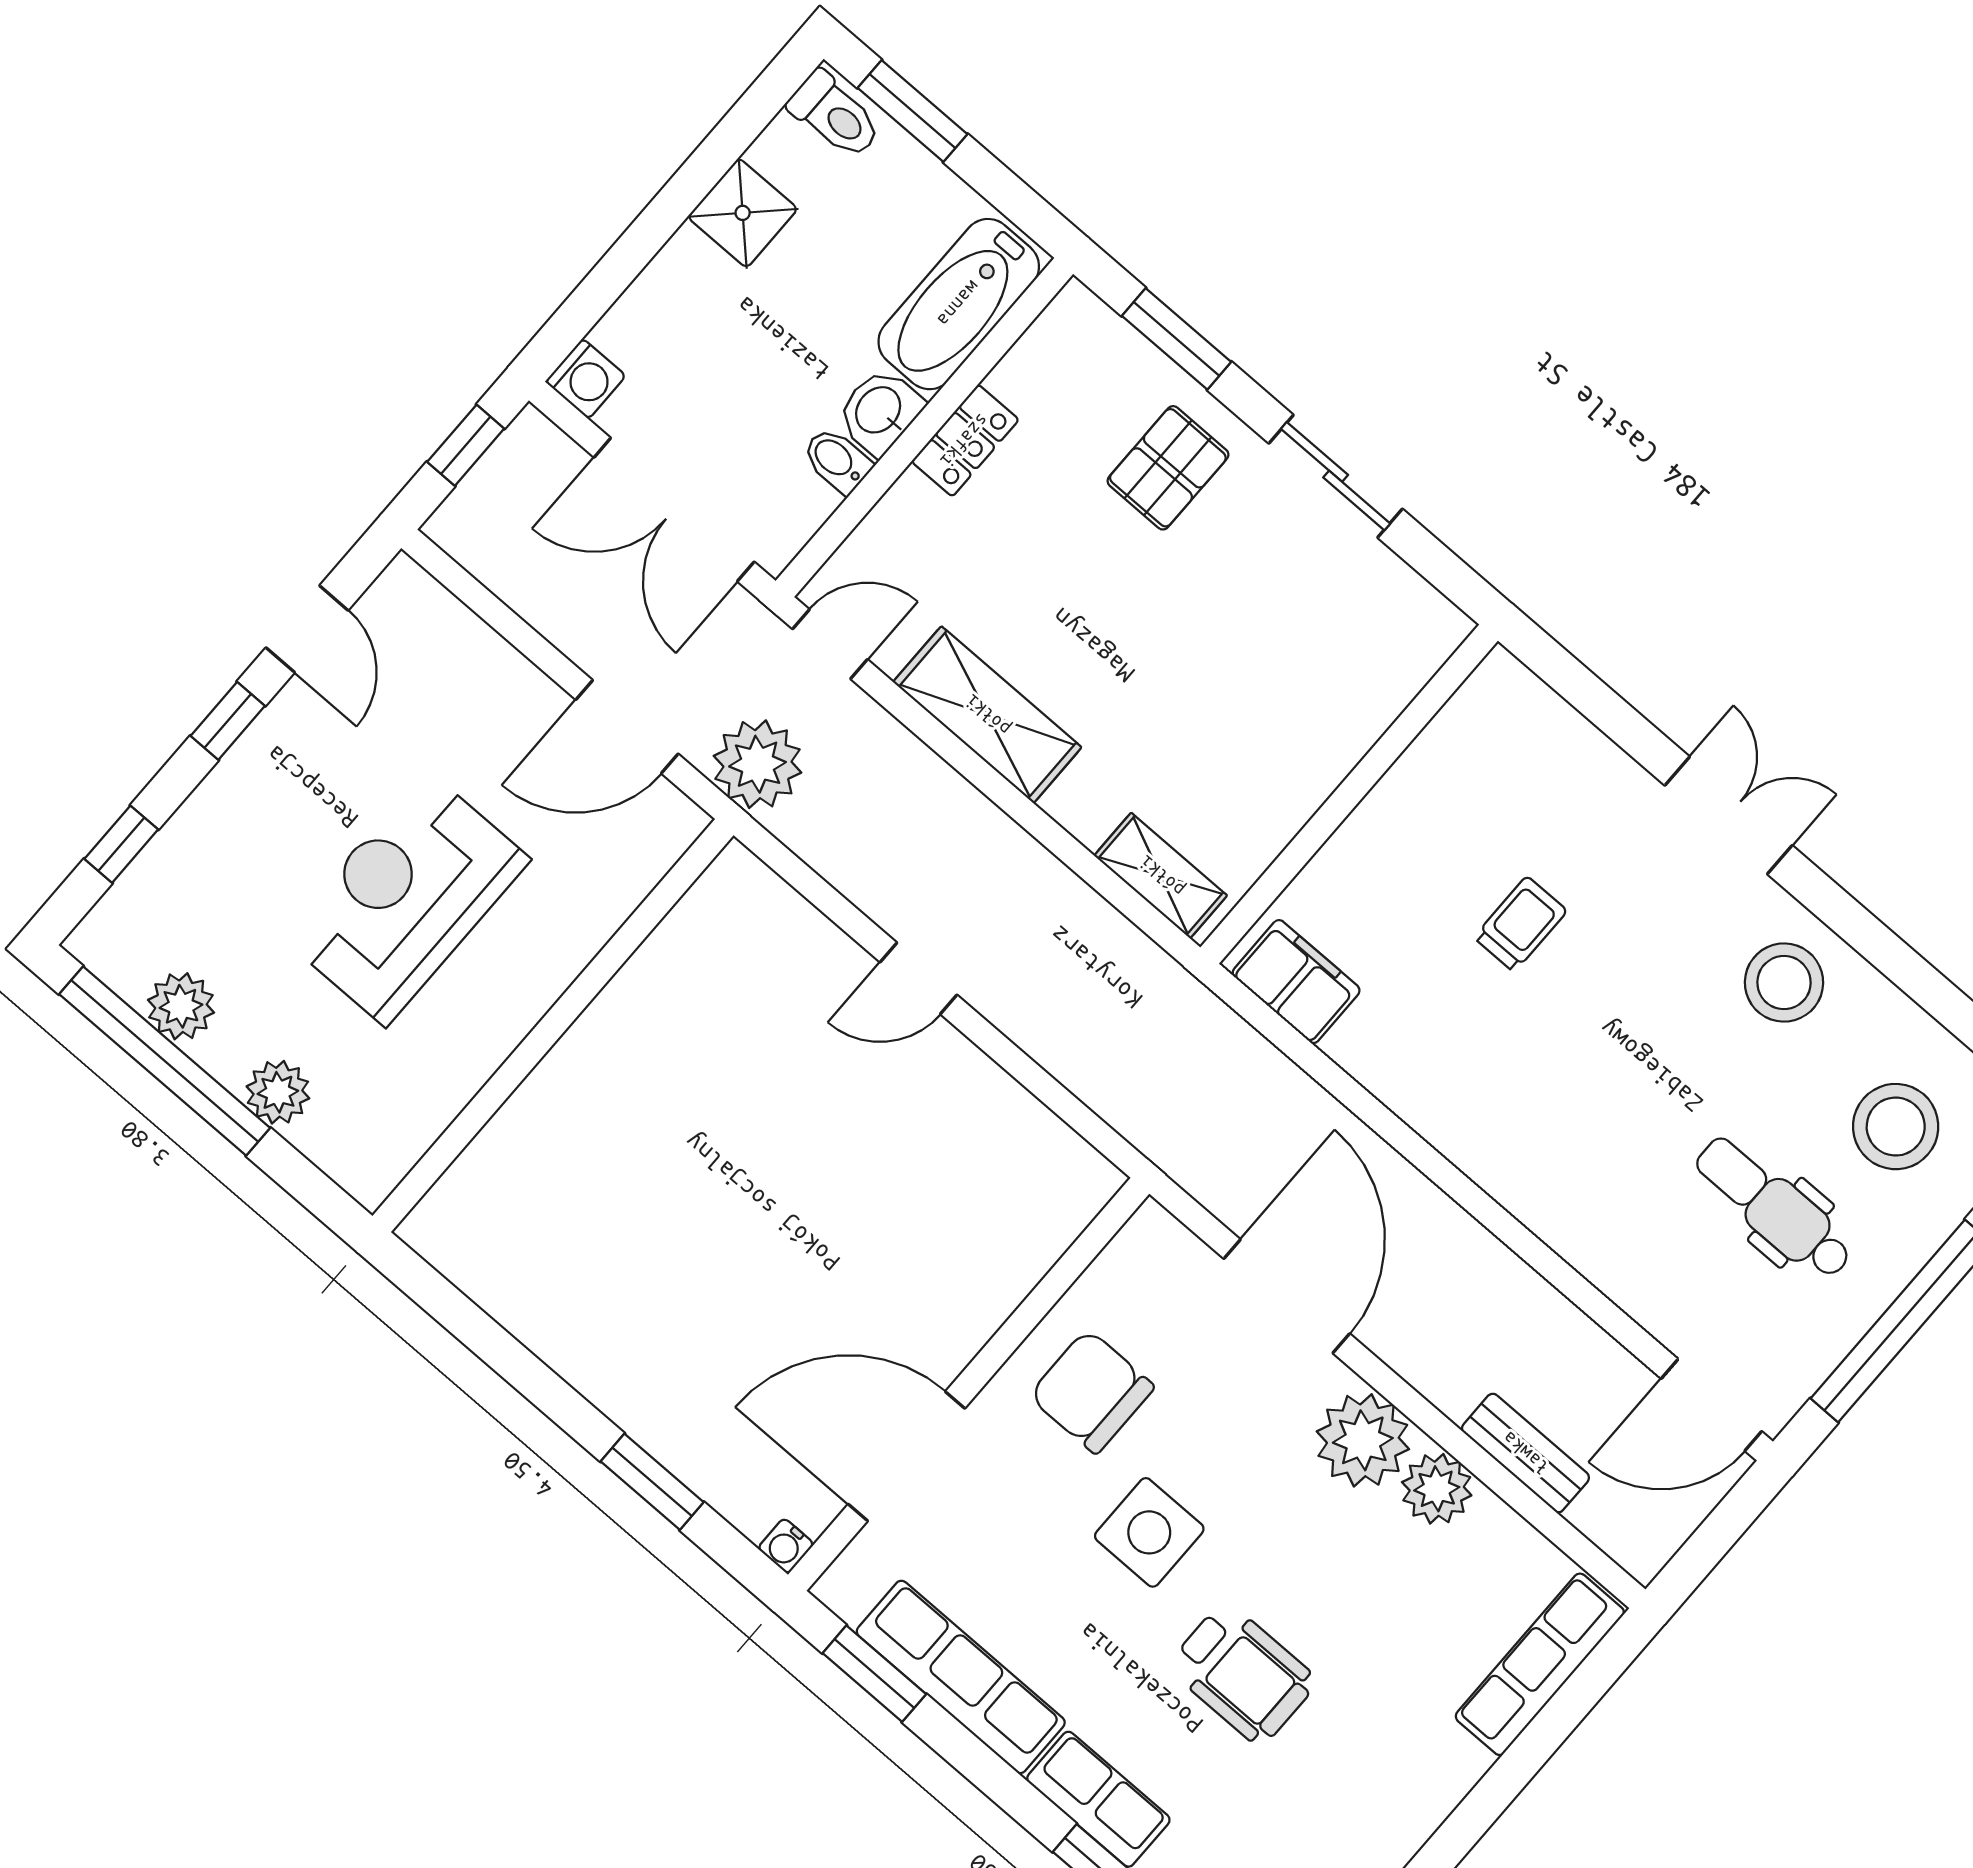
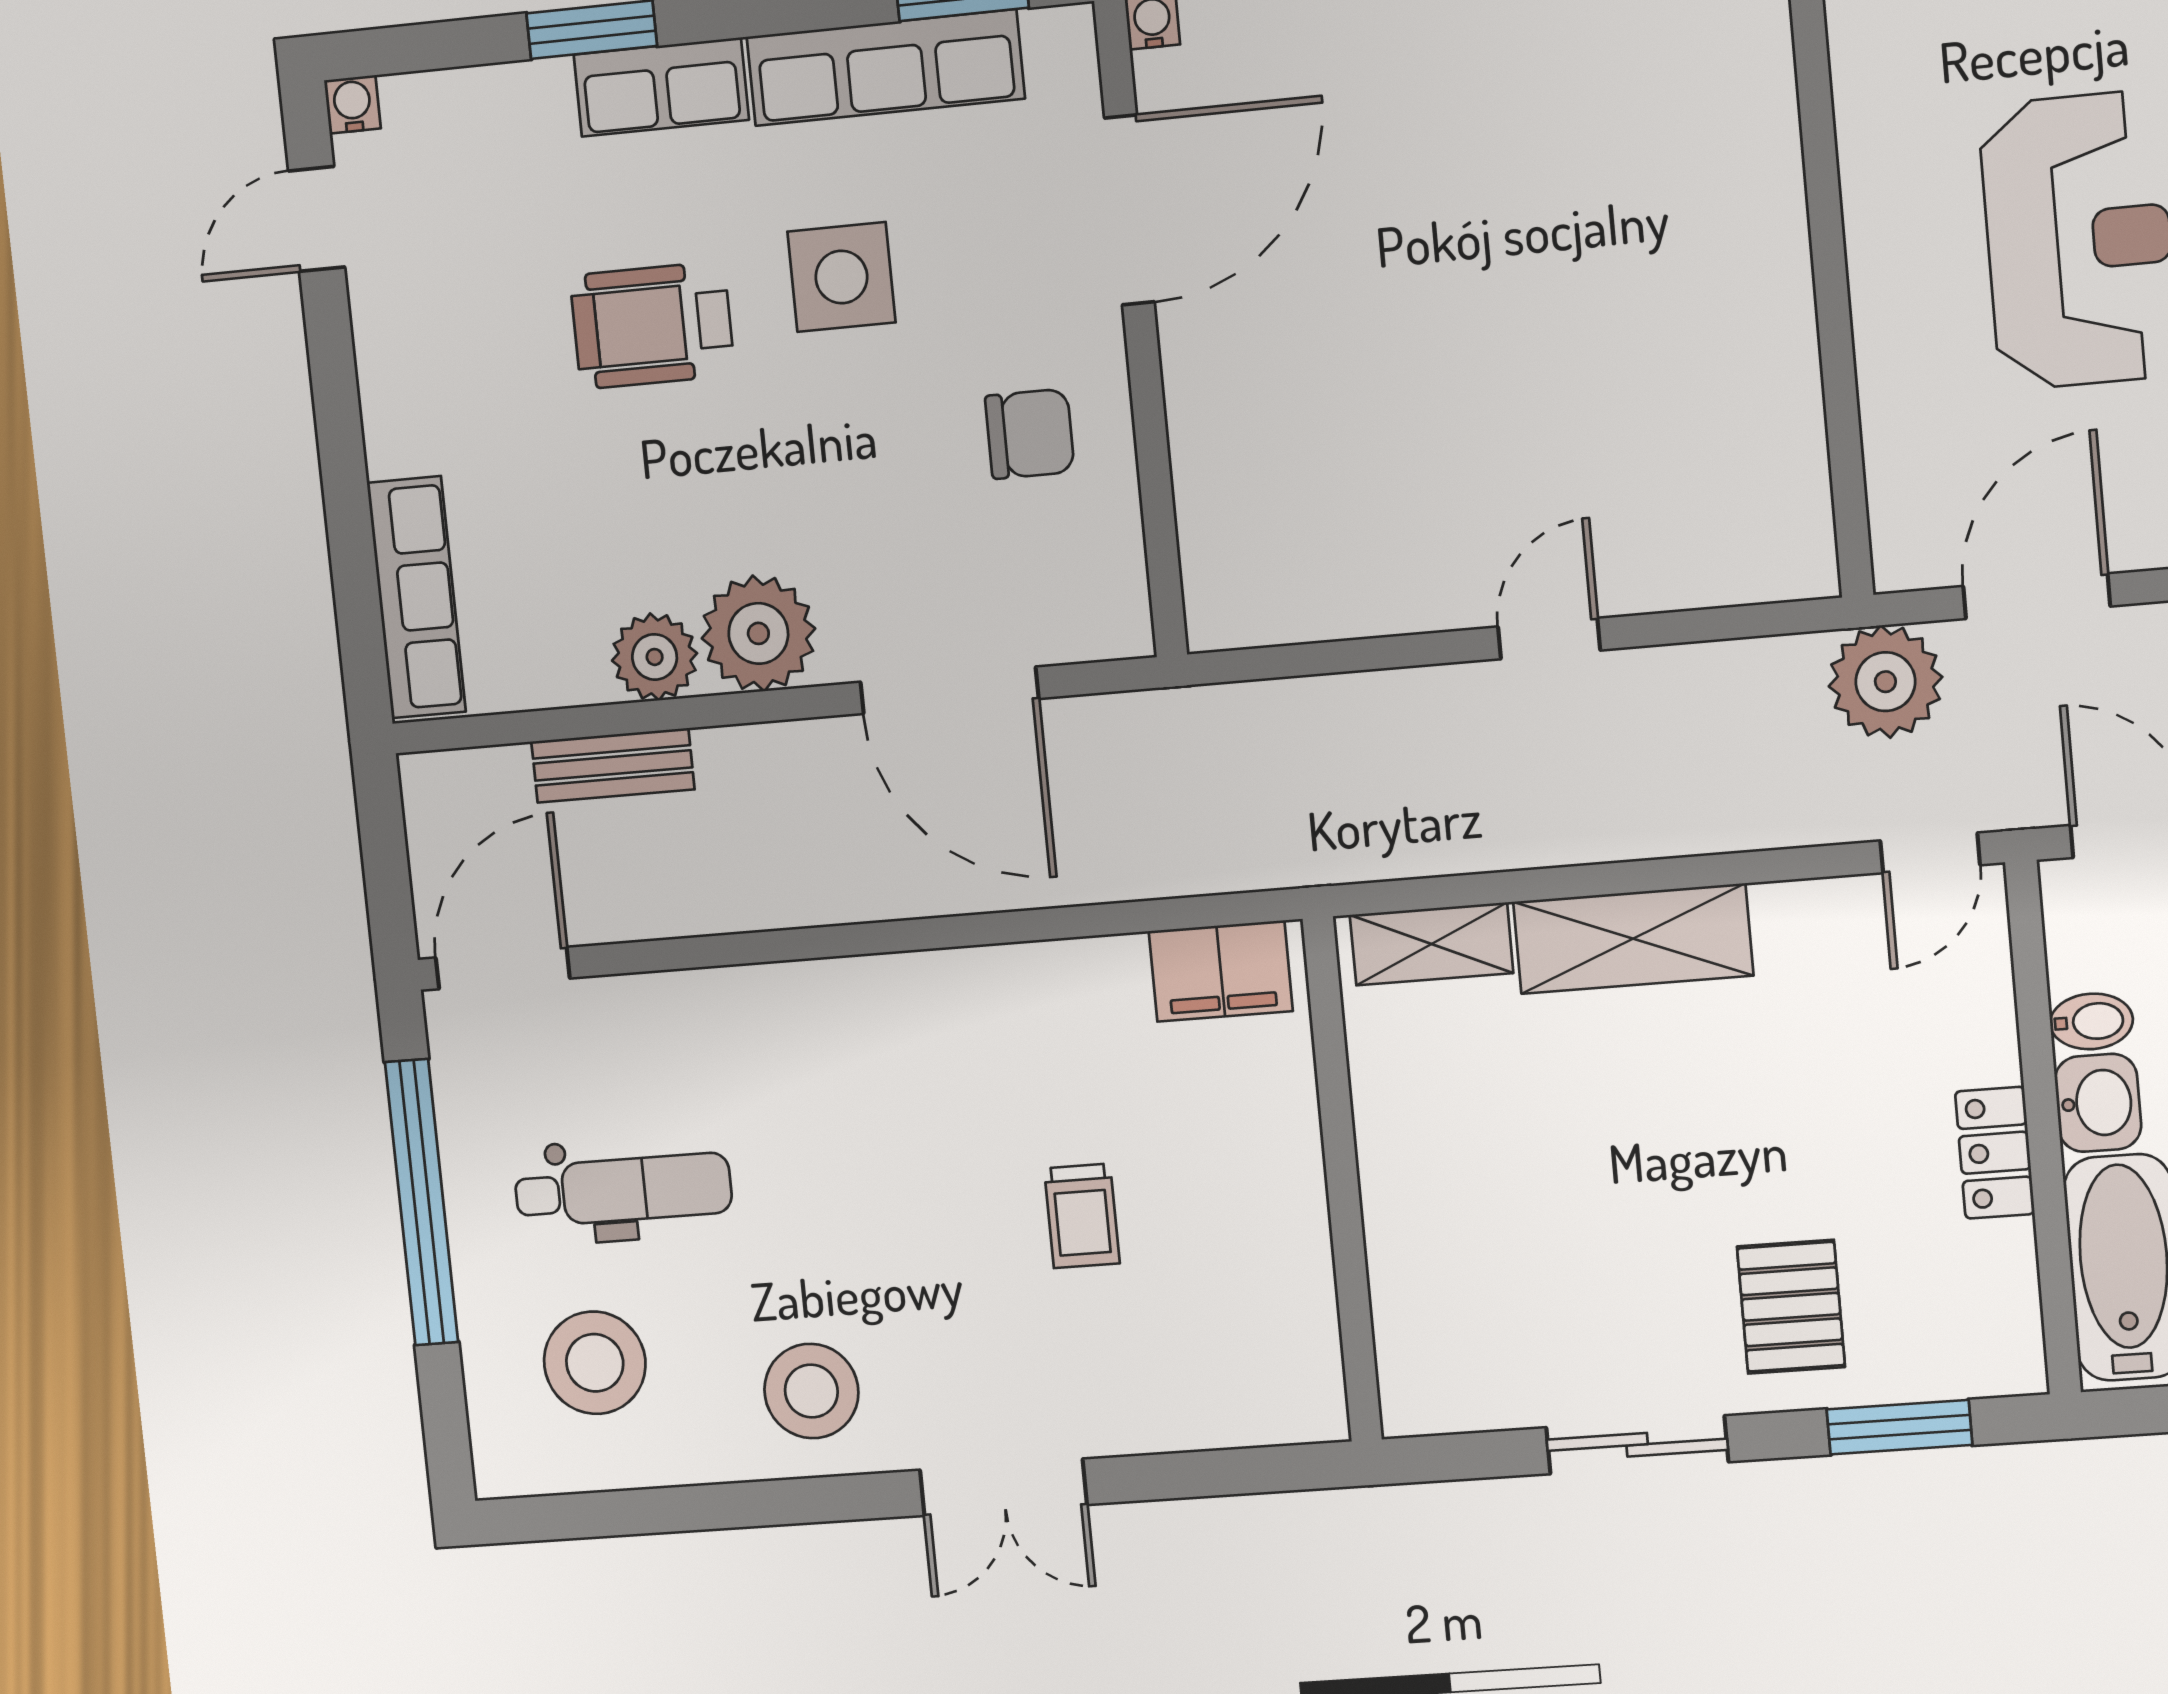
shelving: (987, 715) -> (1633, 939), moved
chair: (1091, 1391) -> (1030, 434), width x0.73, depth x0.73
side table: (1149, 1532) -> (841, 277), moved

